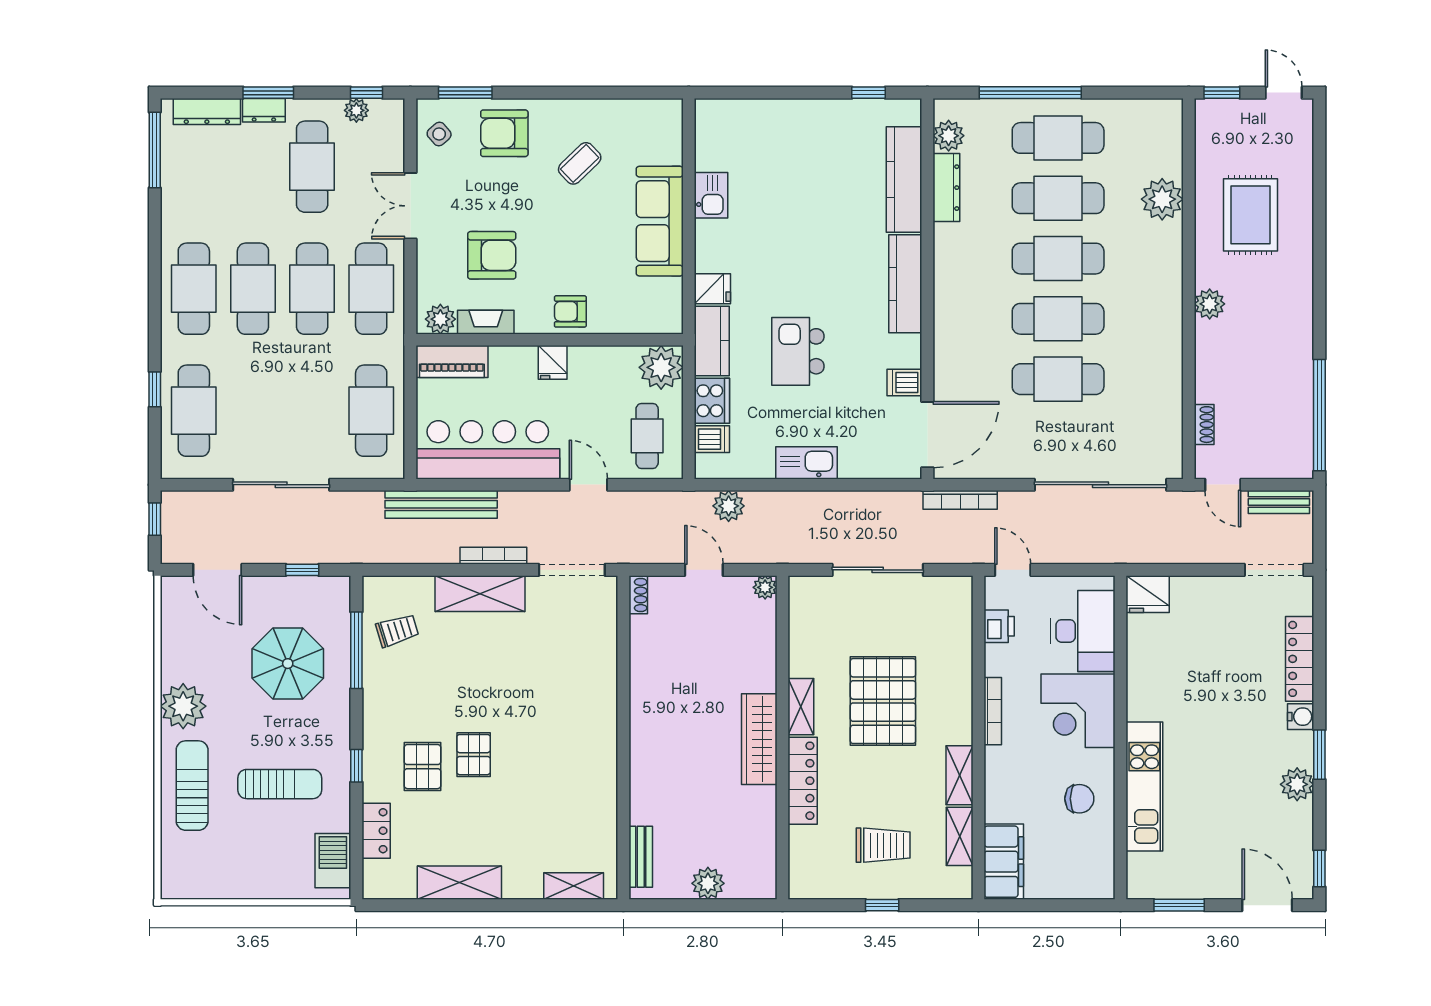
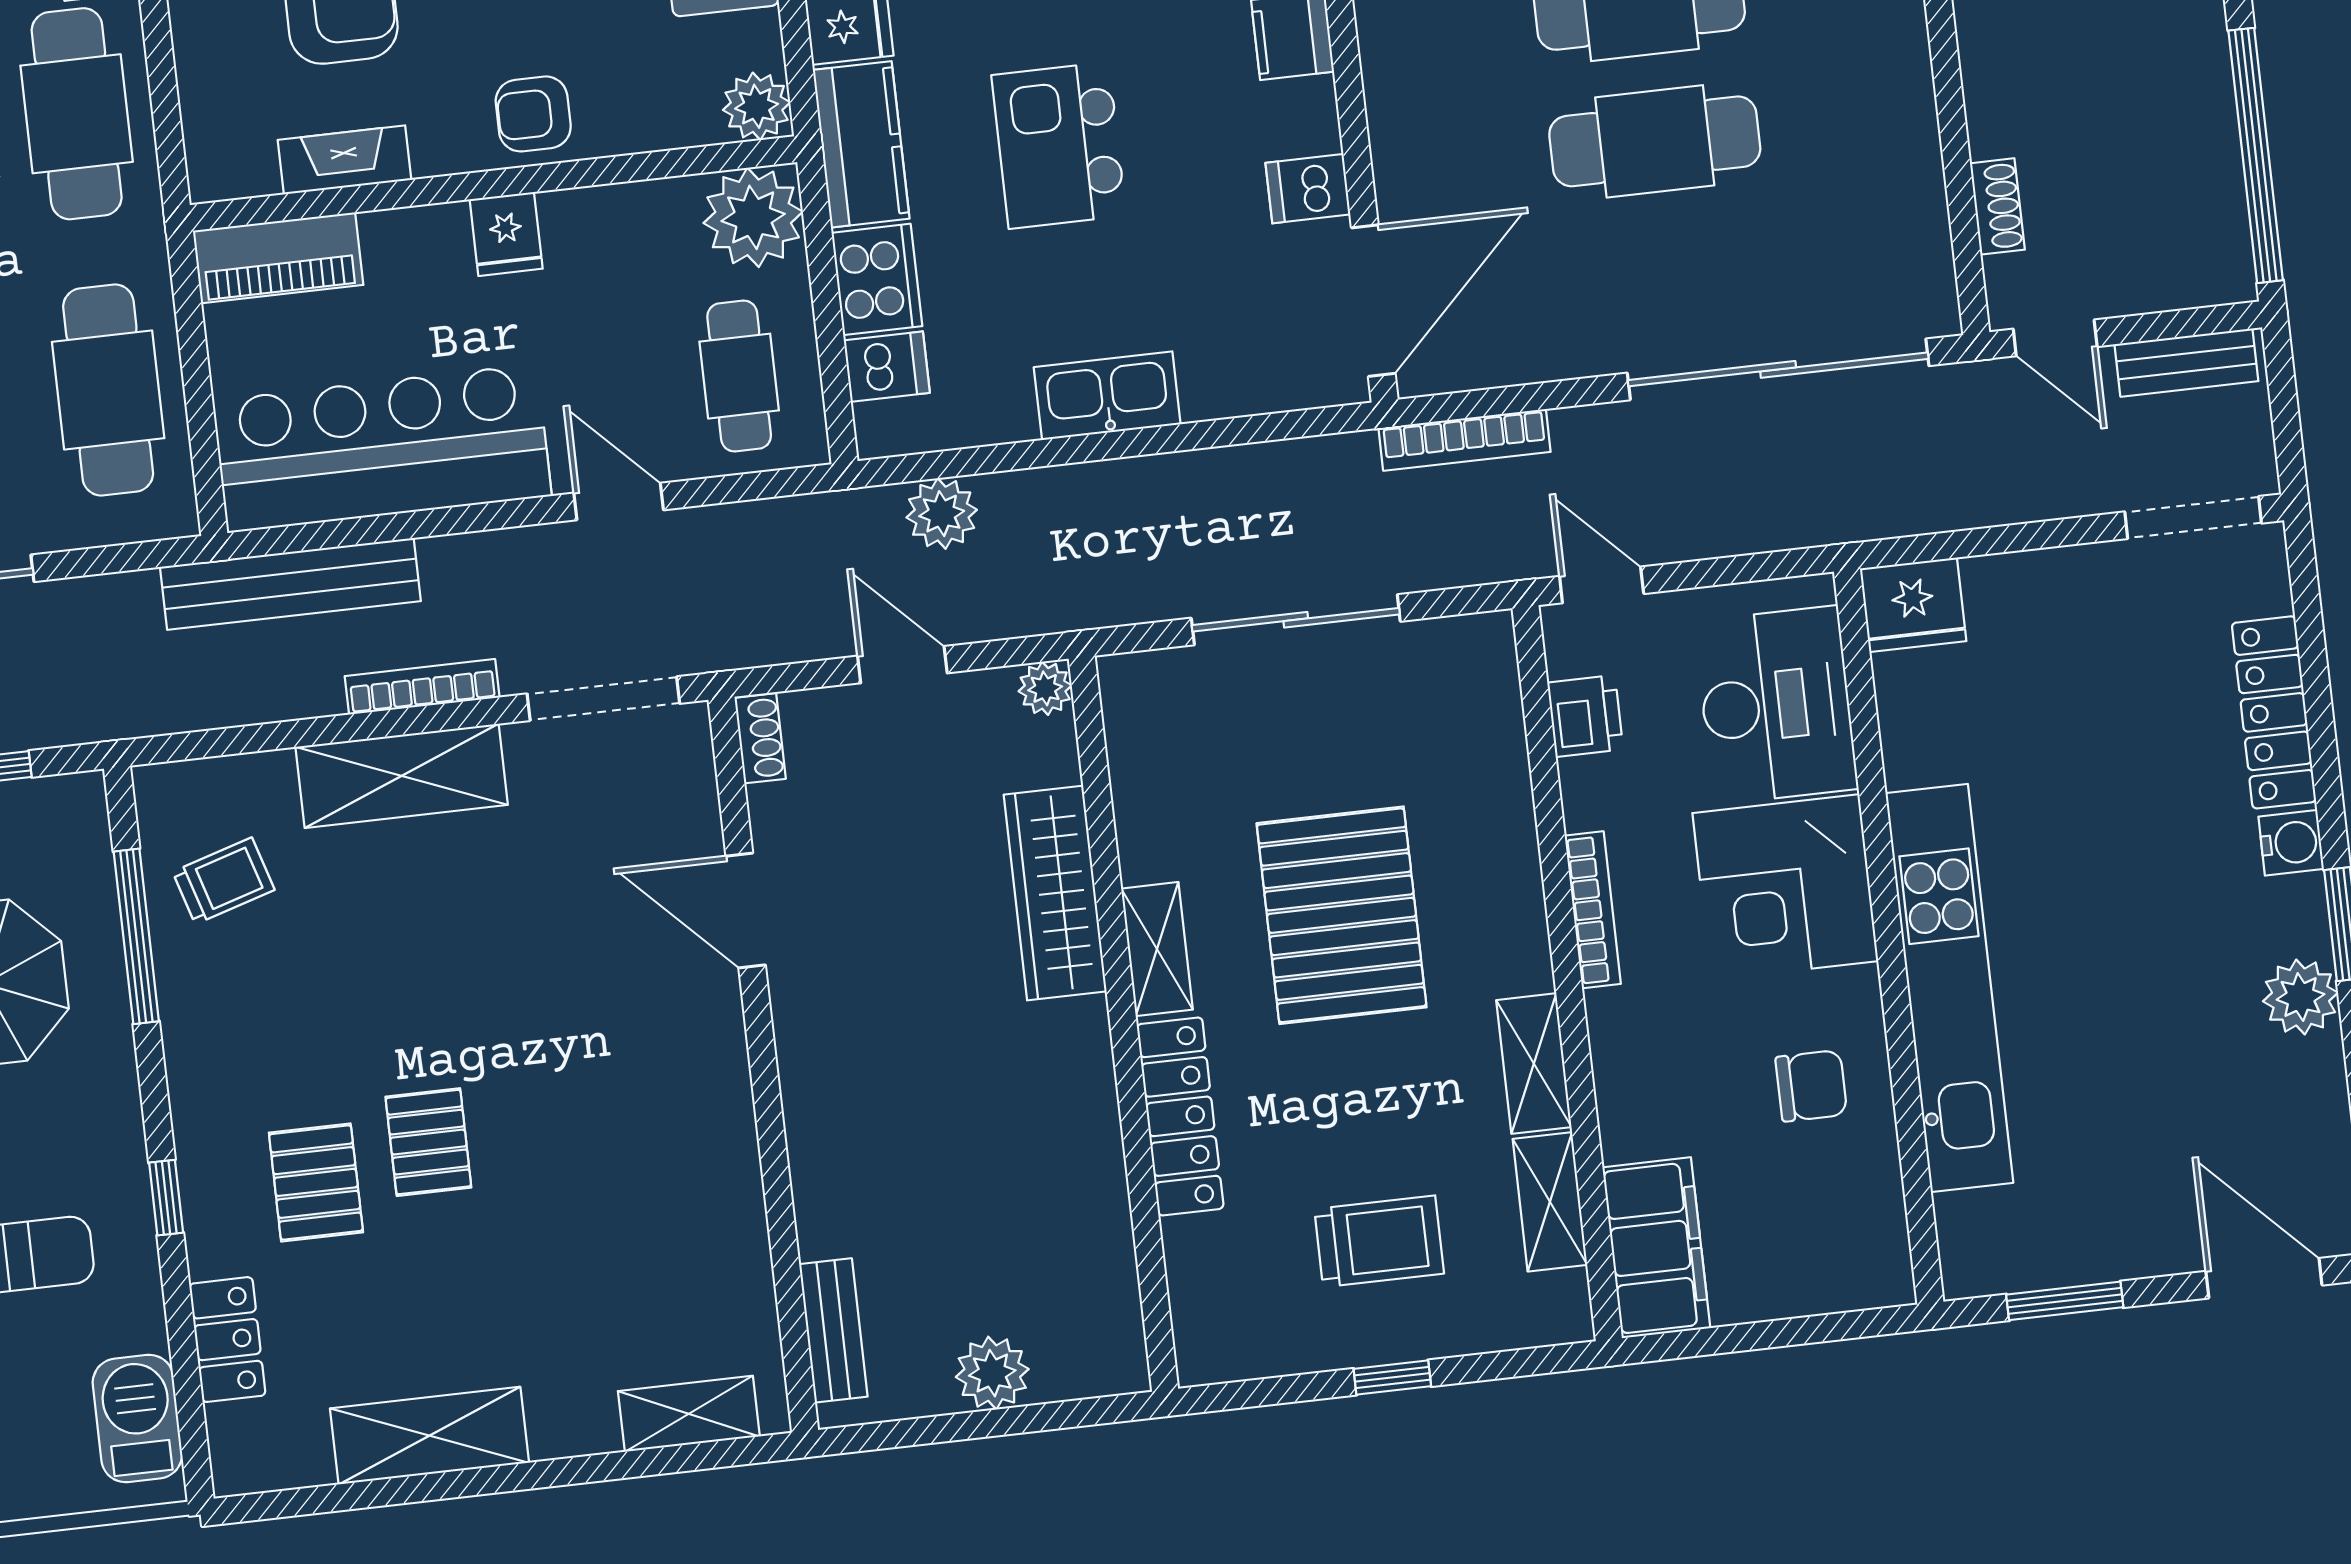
plant: (440, 319) -> (757, 106), moved
door: (623, 669) -> (746, 910), added
wardrobe: (759, 739) -> (1055, 893), moved
kitchen unit: (1144, 786) -> (1949, 988), width x1.36

